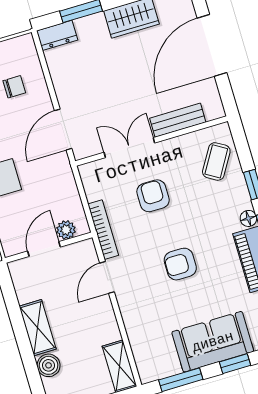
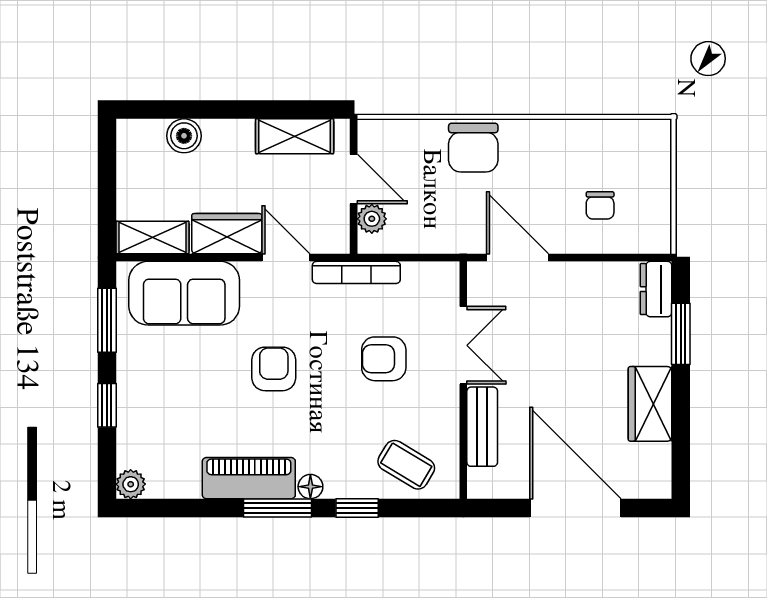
armchair: (153, 196) -> (384, 359), turned 180
wardrobe: (103, 320) -> (227, 234), added
shelving: (38, 328) -> (295, 136), moved
sofa: (213, 342) -> (184, 293), moved, turned 90

